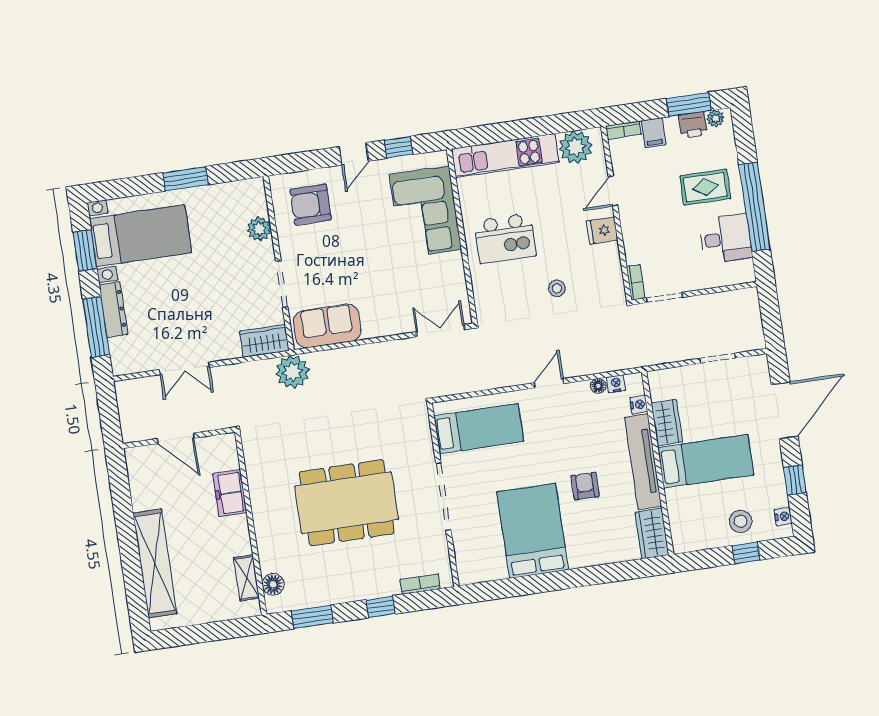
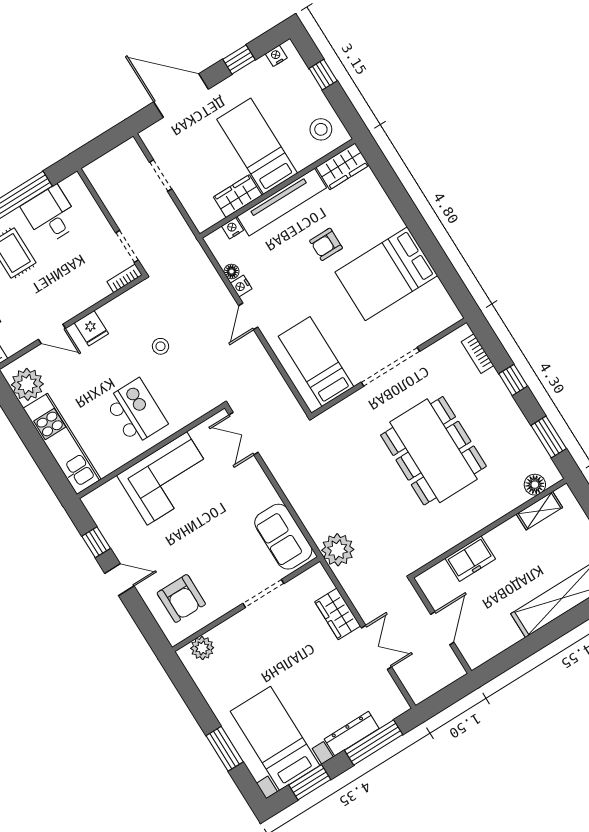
window: (185, 179) -> (225, 749), moved
corner sofa: (425, 212) -> (167, 478), moved
plant: (259, 229) -> (202, 648), moved
wardrobe: (264, 341) -> (338, 614), moved
door: (549, 383) -> (248, 316), hinge flipped
nightstand: (616, 384) -> (241, 286), moved
stool: (741, 521) -> (321, 129), moved

